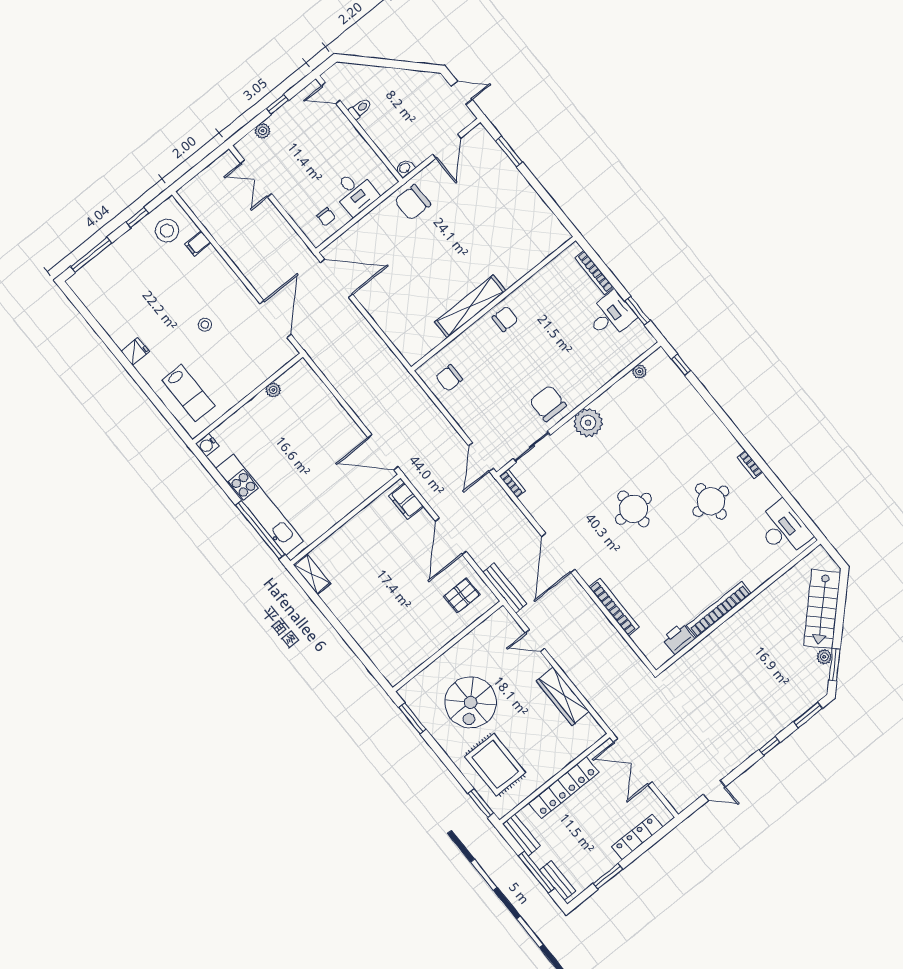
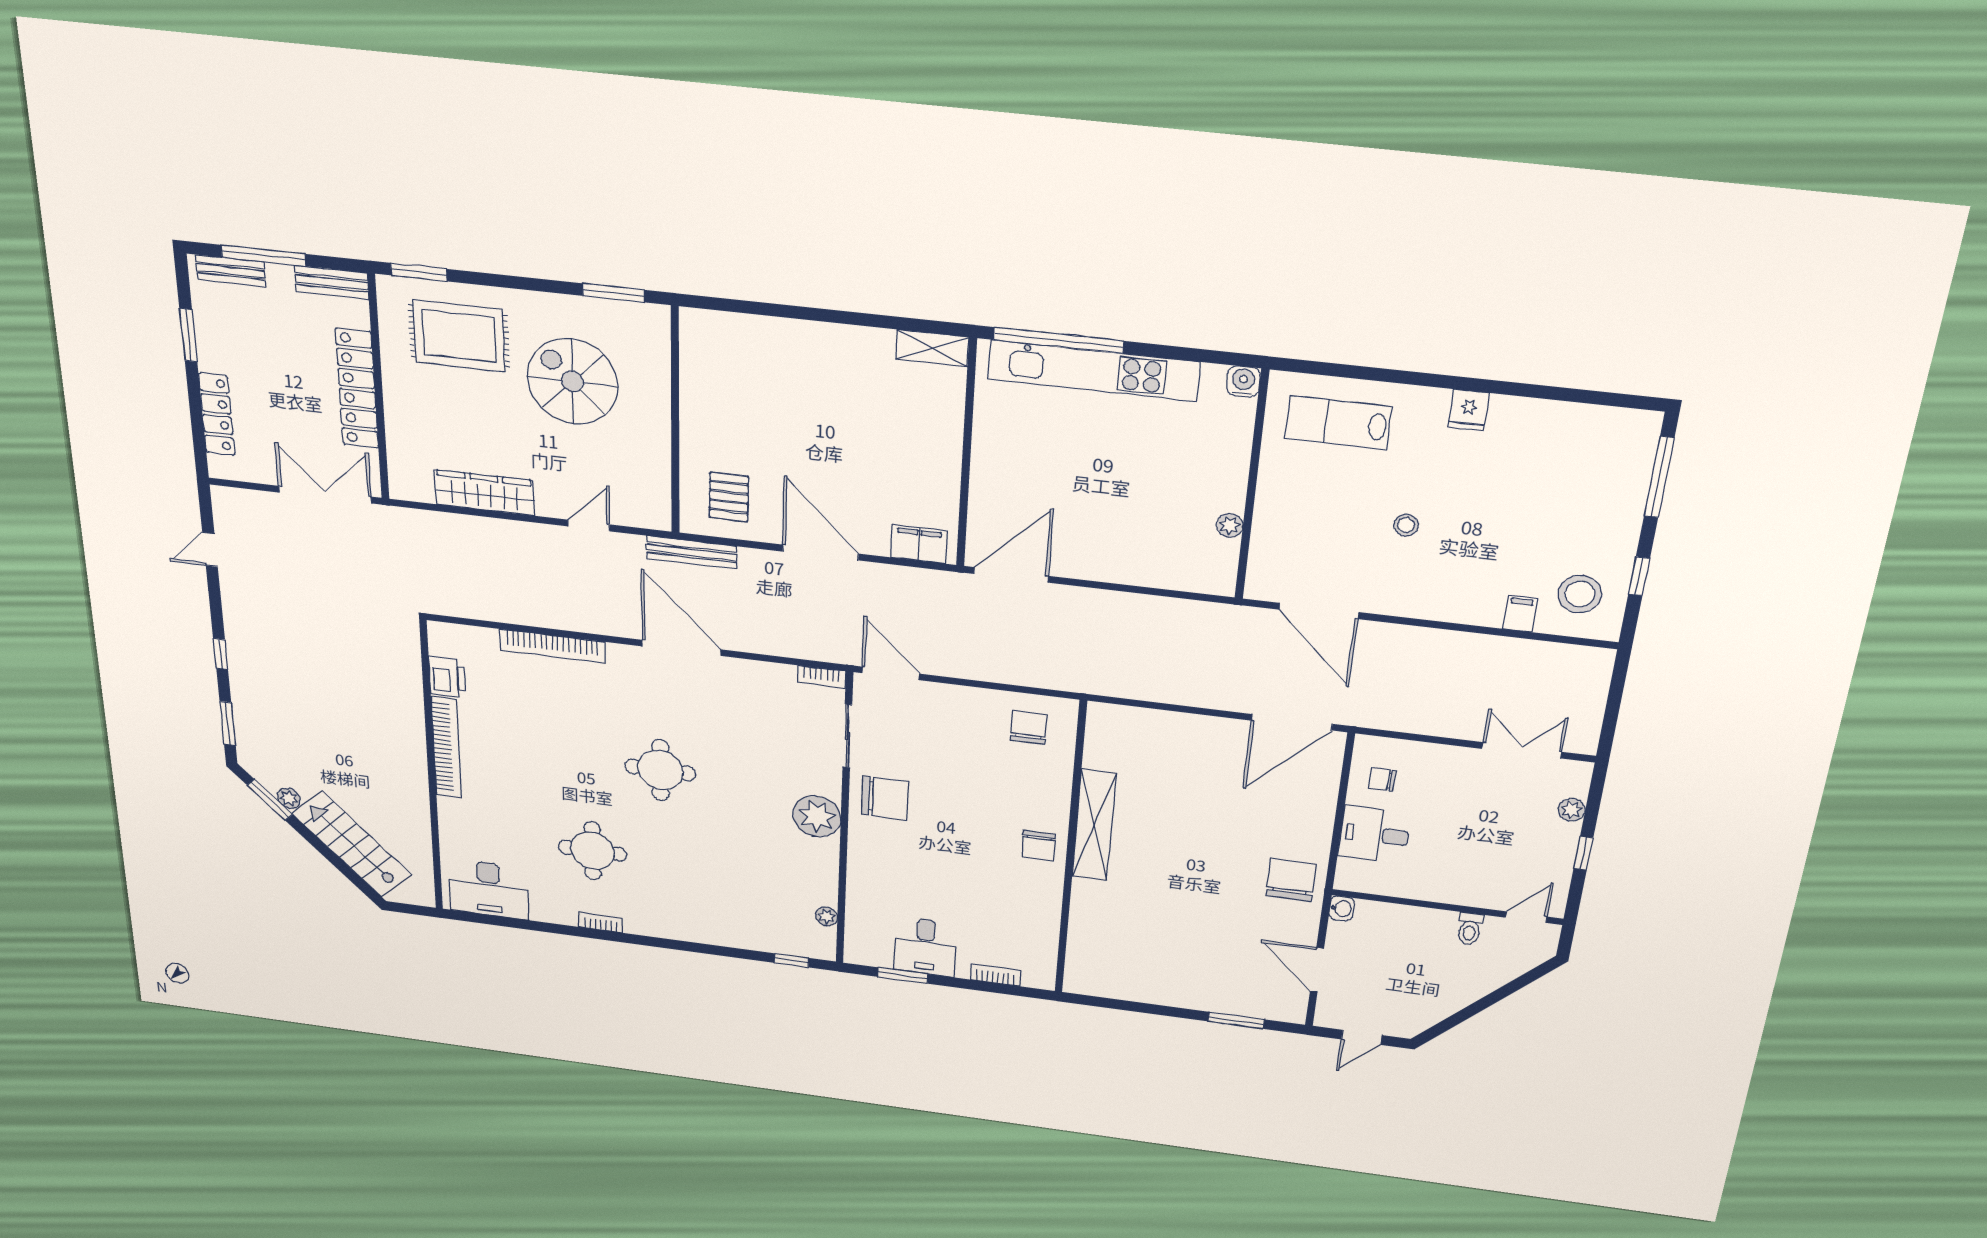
bookcase: (594, 273) -> (996, 975), width x0.64

